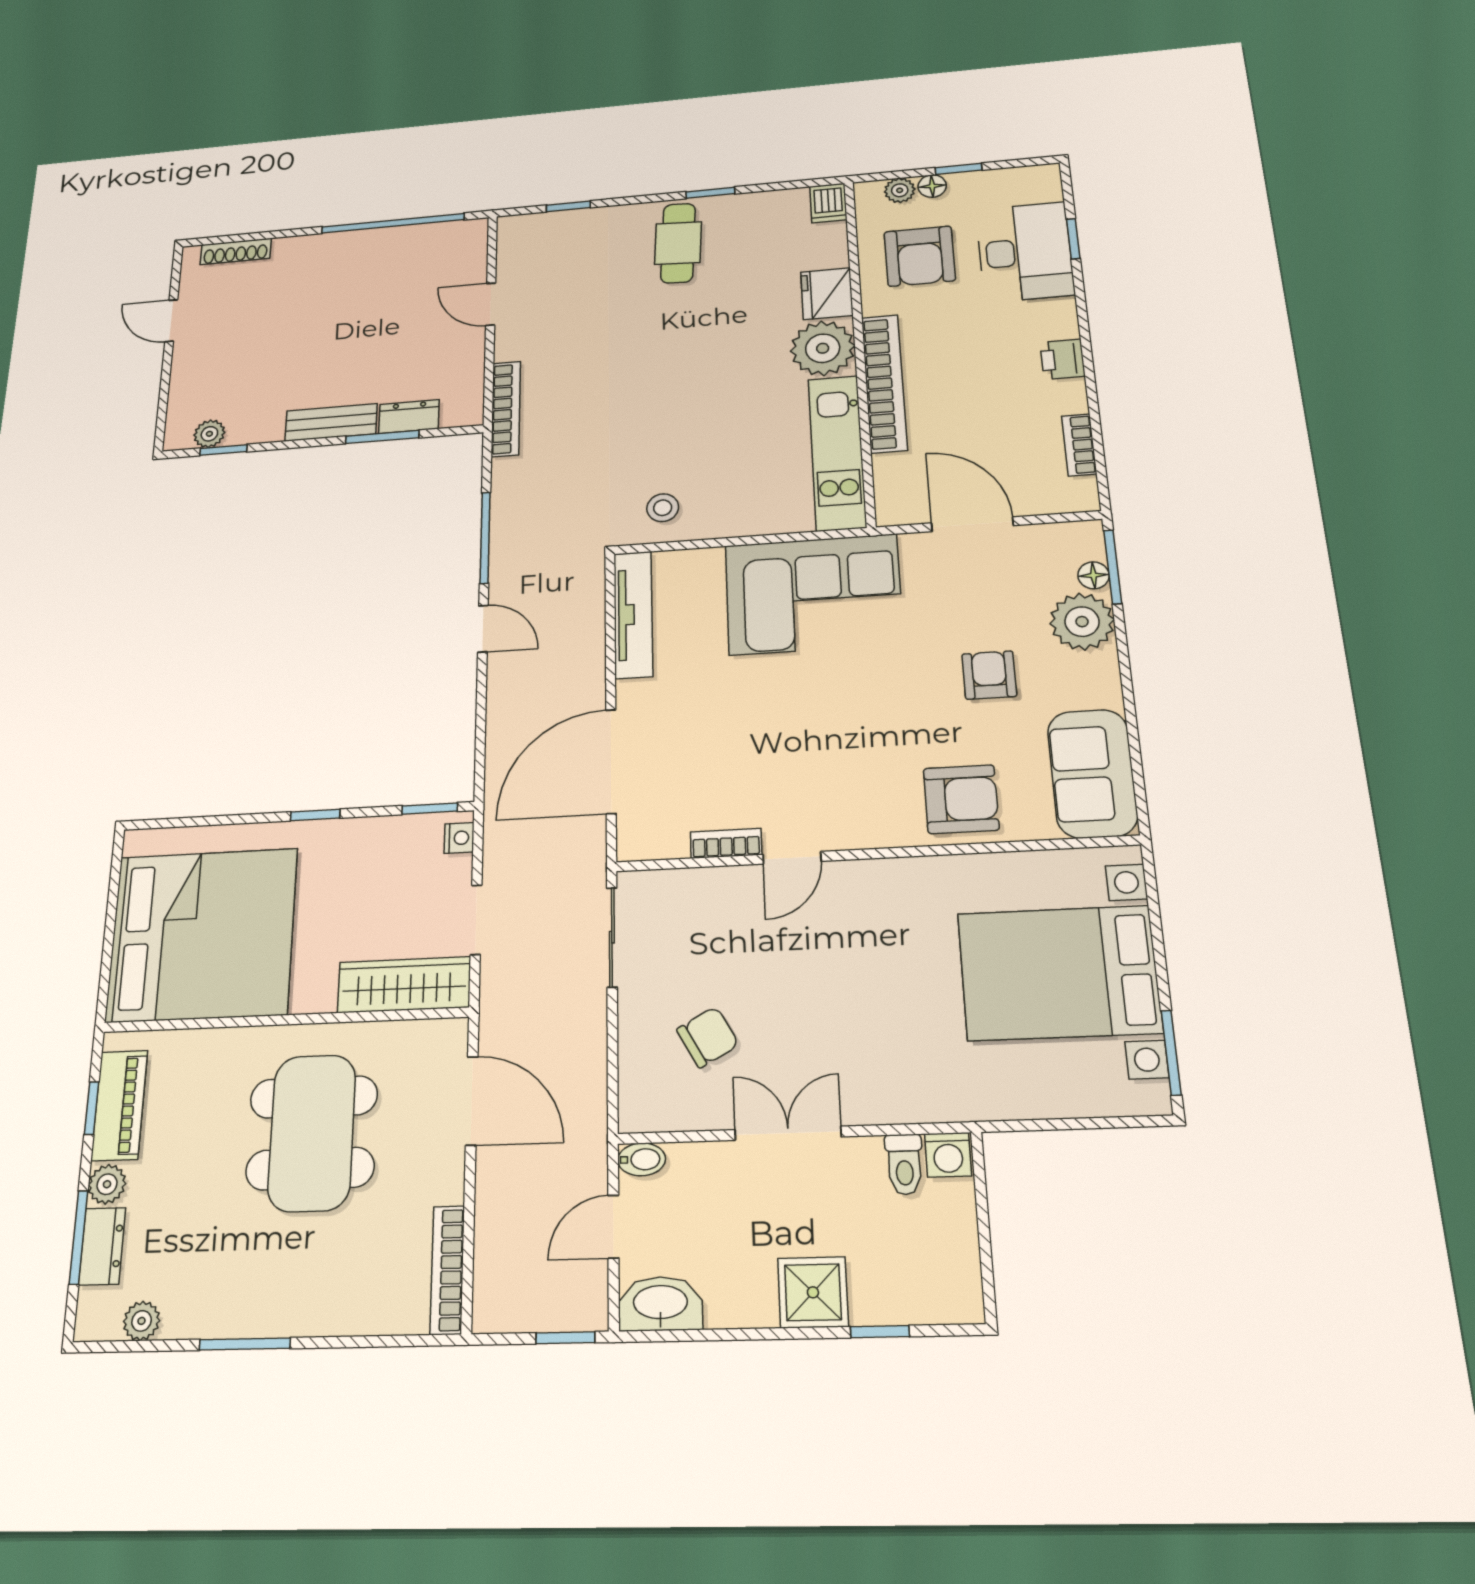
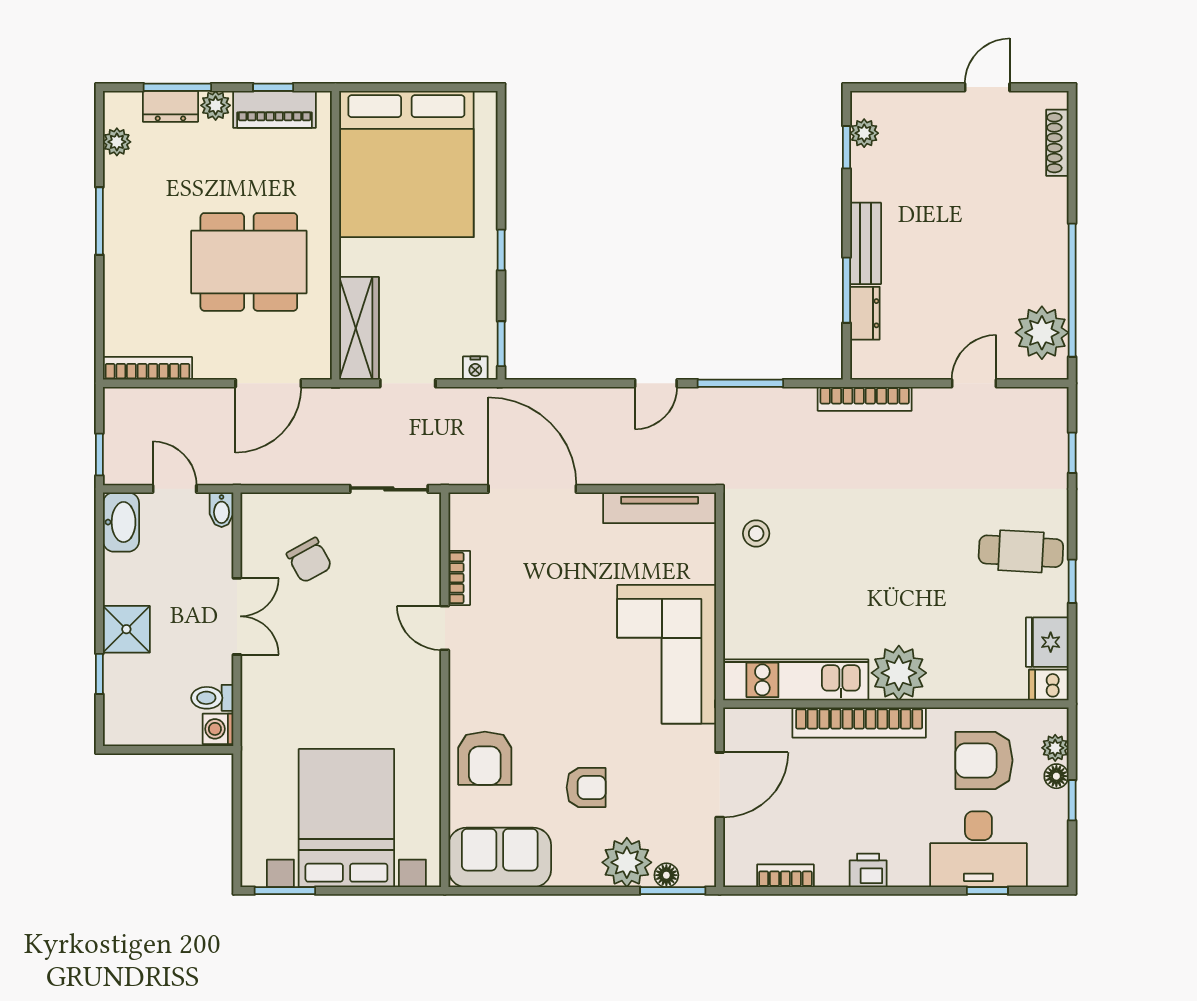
plant: (437, 246) -> (1042, 333), added
fridge: (827, 294) -> (1047, 642), moved, turned -90

